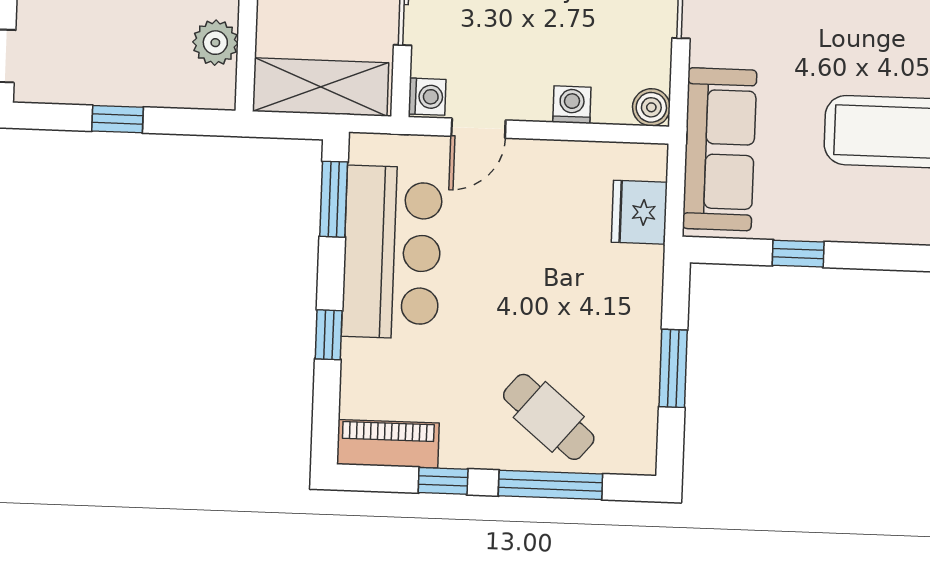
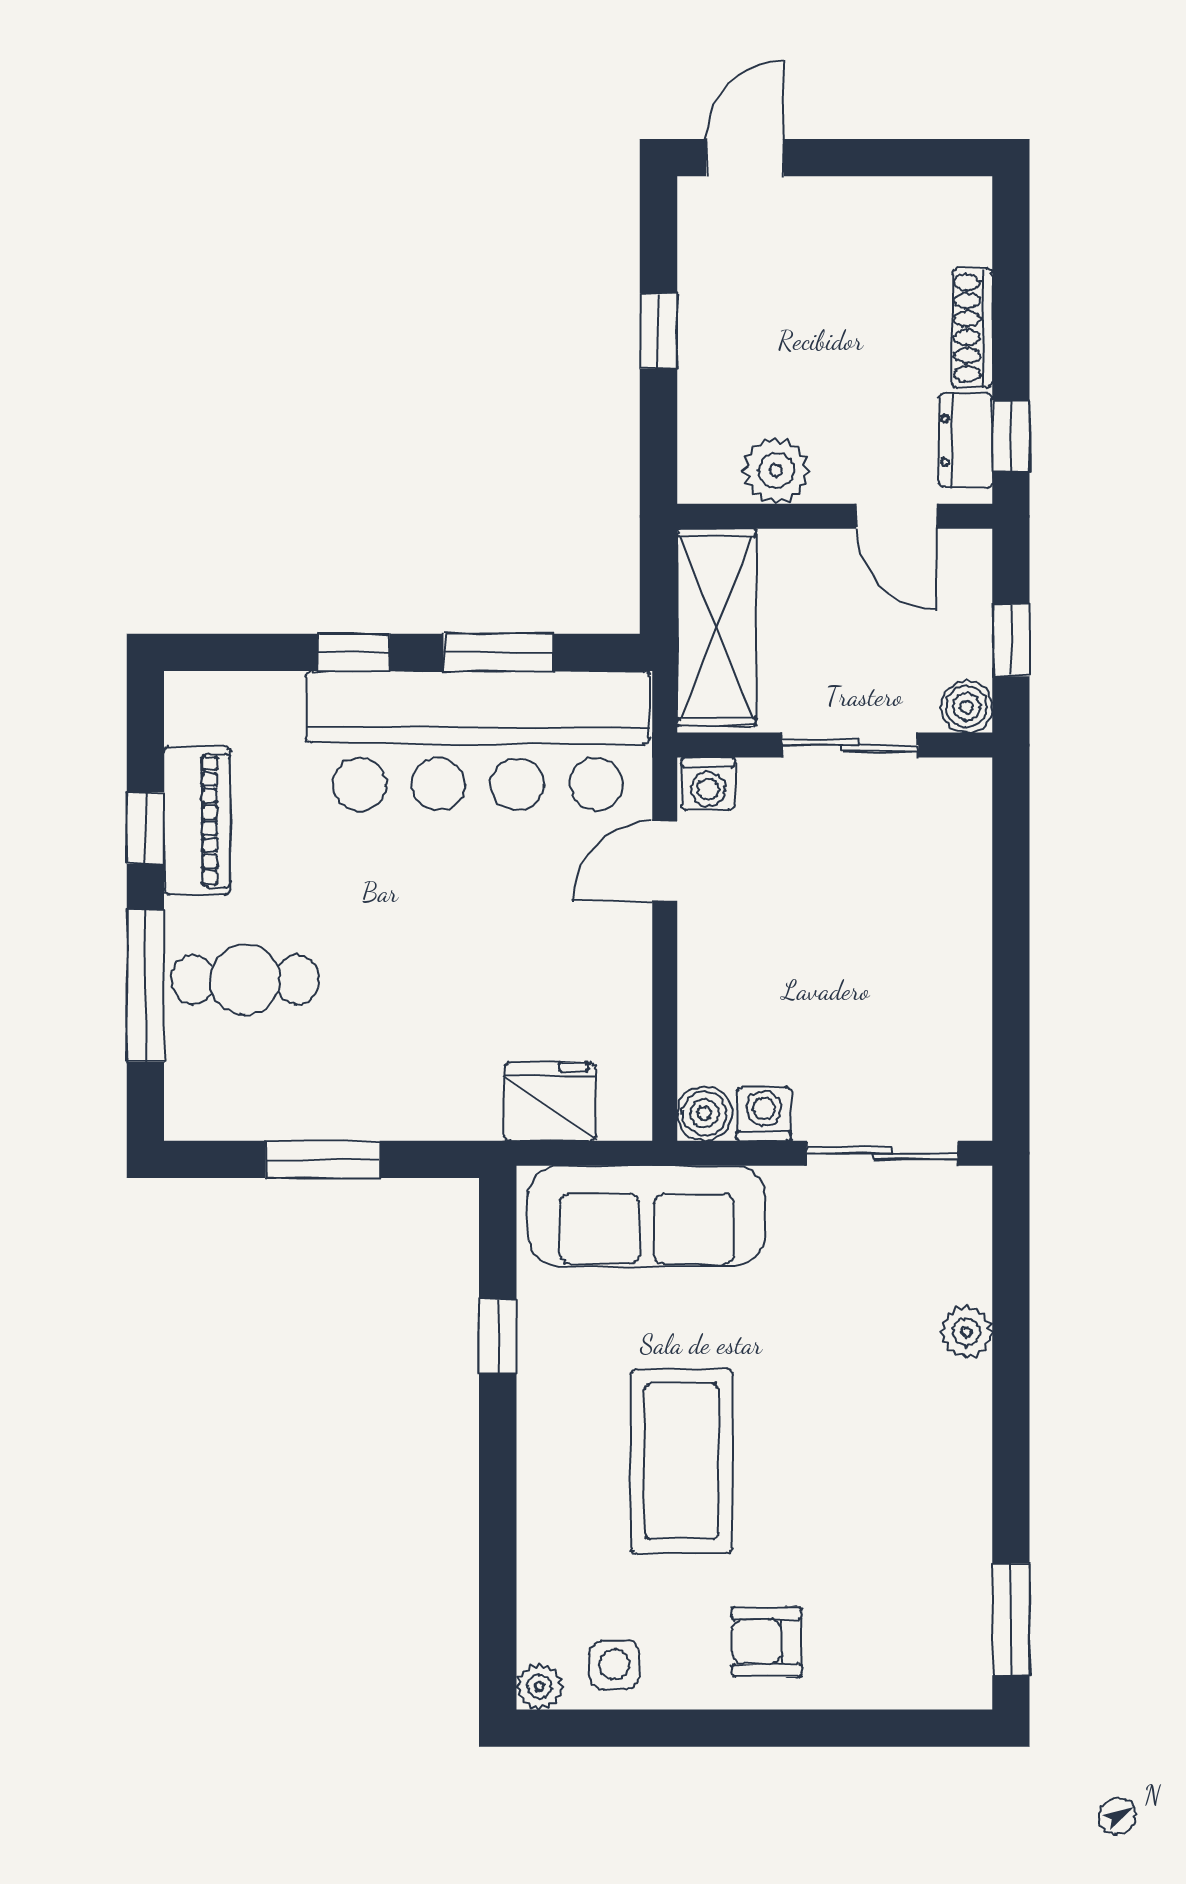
washing machine: (572, 105) -> (764, 1114), moved, turned -90
door: (478, 128) -> (665, 861), hinge flipped
window: (334, 199) -> (499, 652), moved
bar counter: (392, 252) -> (478, 741), width x1.36
cafe table: (549, 417) -> (245, 980), turned 50
piano: (388, 444) -> (197, 820), moved

